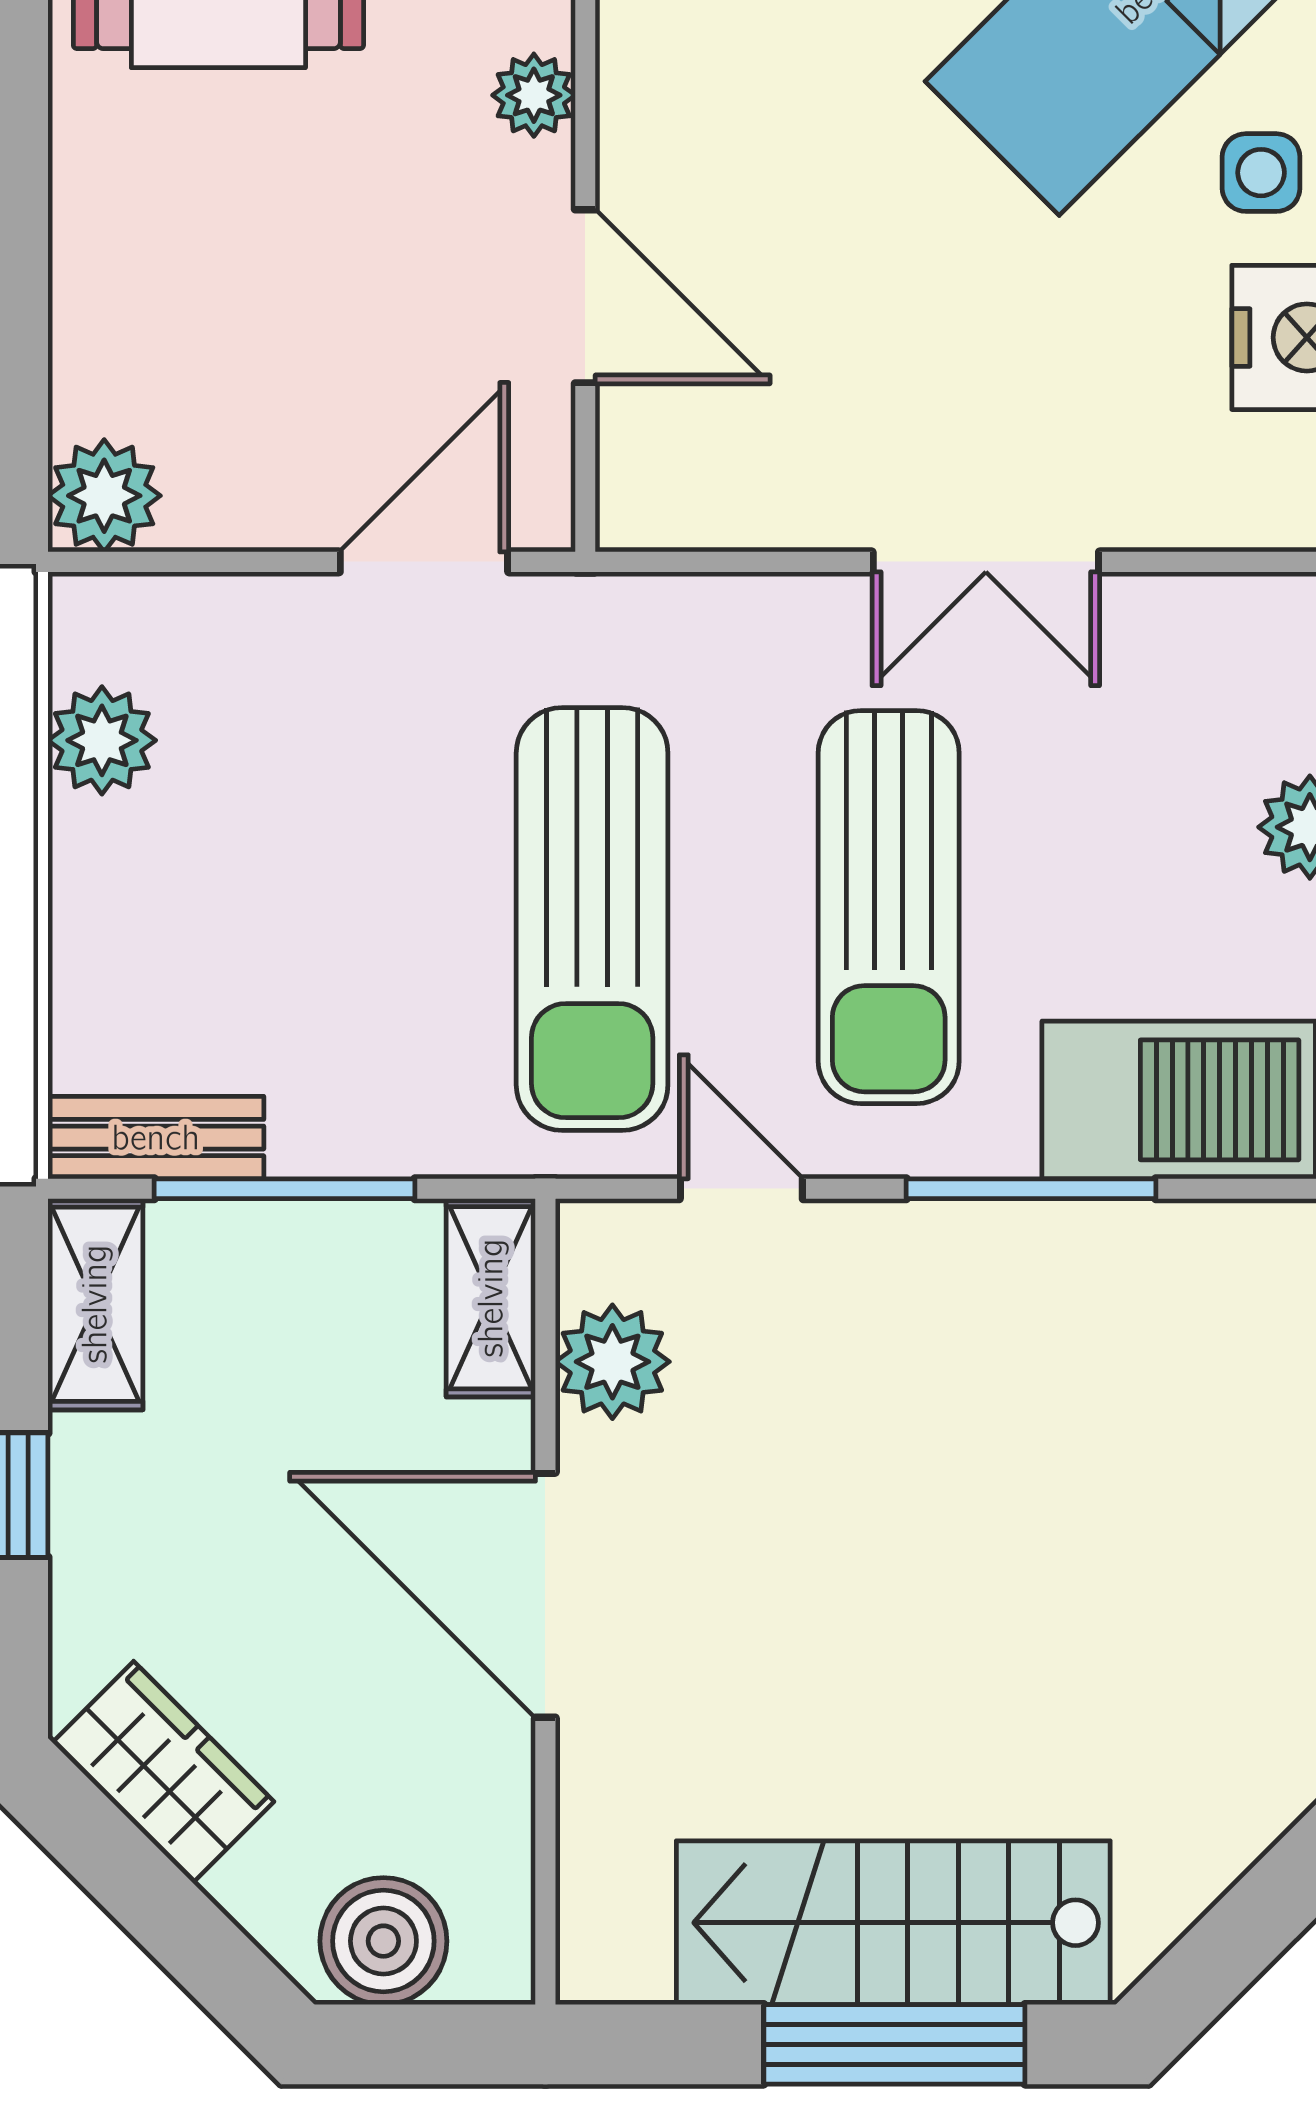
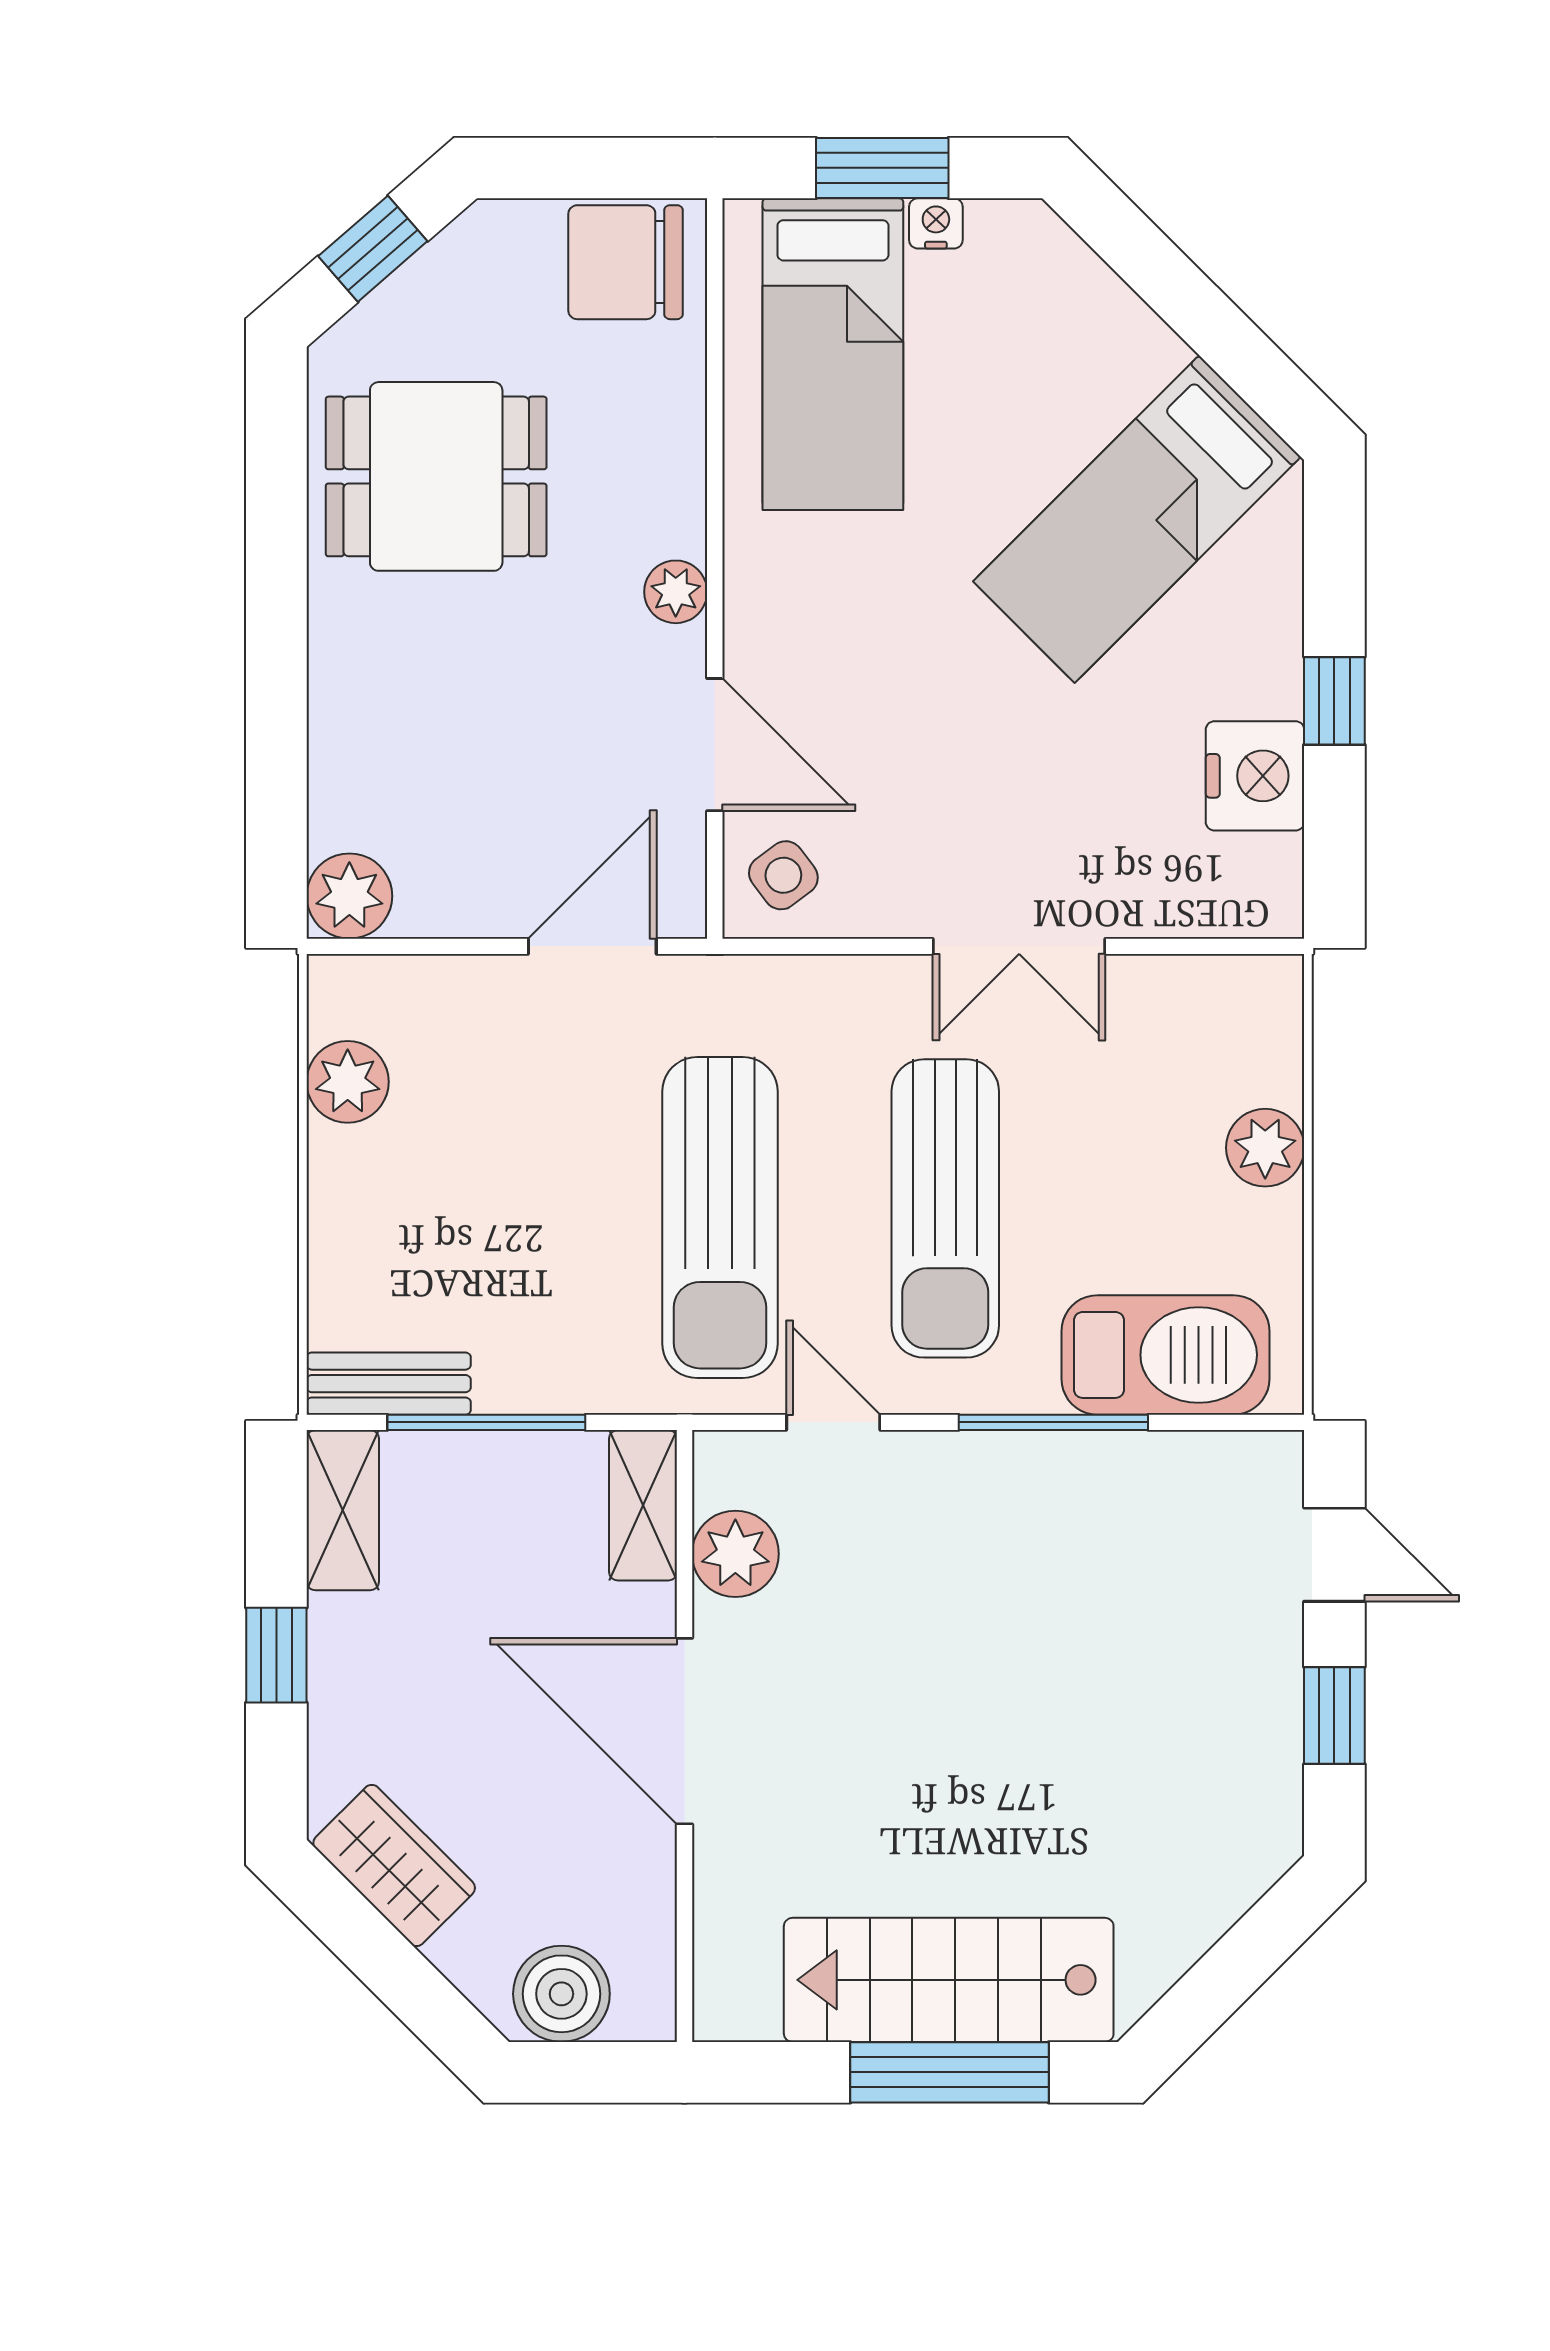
side table: (1261, 173) -> (783, 875), moved, turned -37

